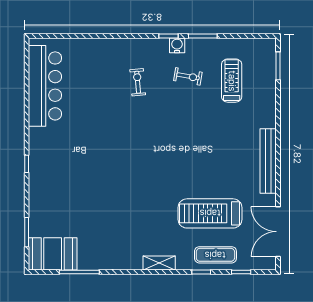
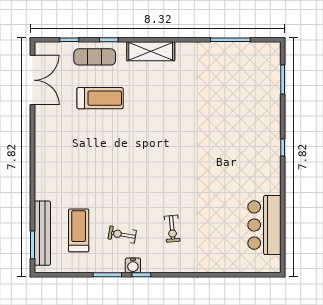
treadmill: (232, 81) -> (79, 230), turned 180
bar counter: (45, 86) -> (264, 225), width x0.73
bench: (268, 161) -> (42, 233), moved
treadmill: (210, 213) -> (100, 98), width x0.73, depth x0.73
booth: (53, 254) -> (257, 58), removed
shelving: (159, 263) -> (151, 51), width x1.50, depth x1.33

